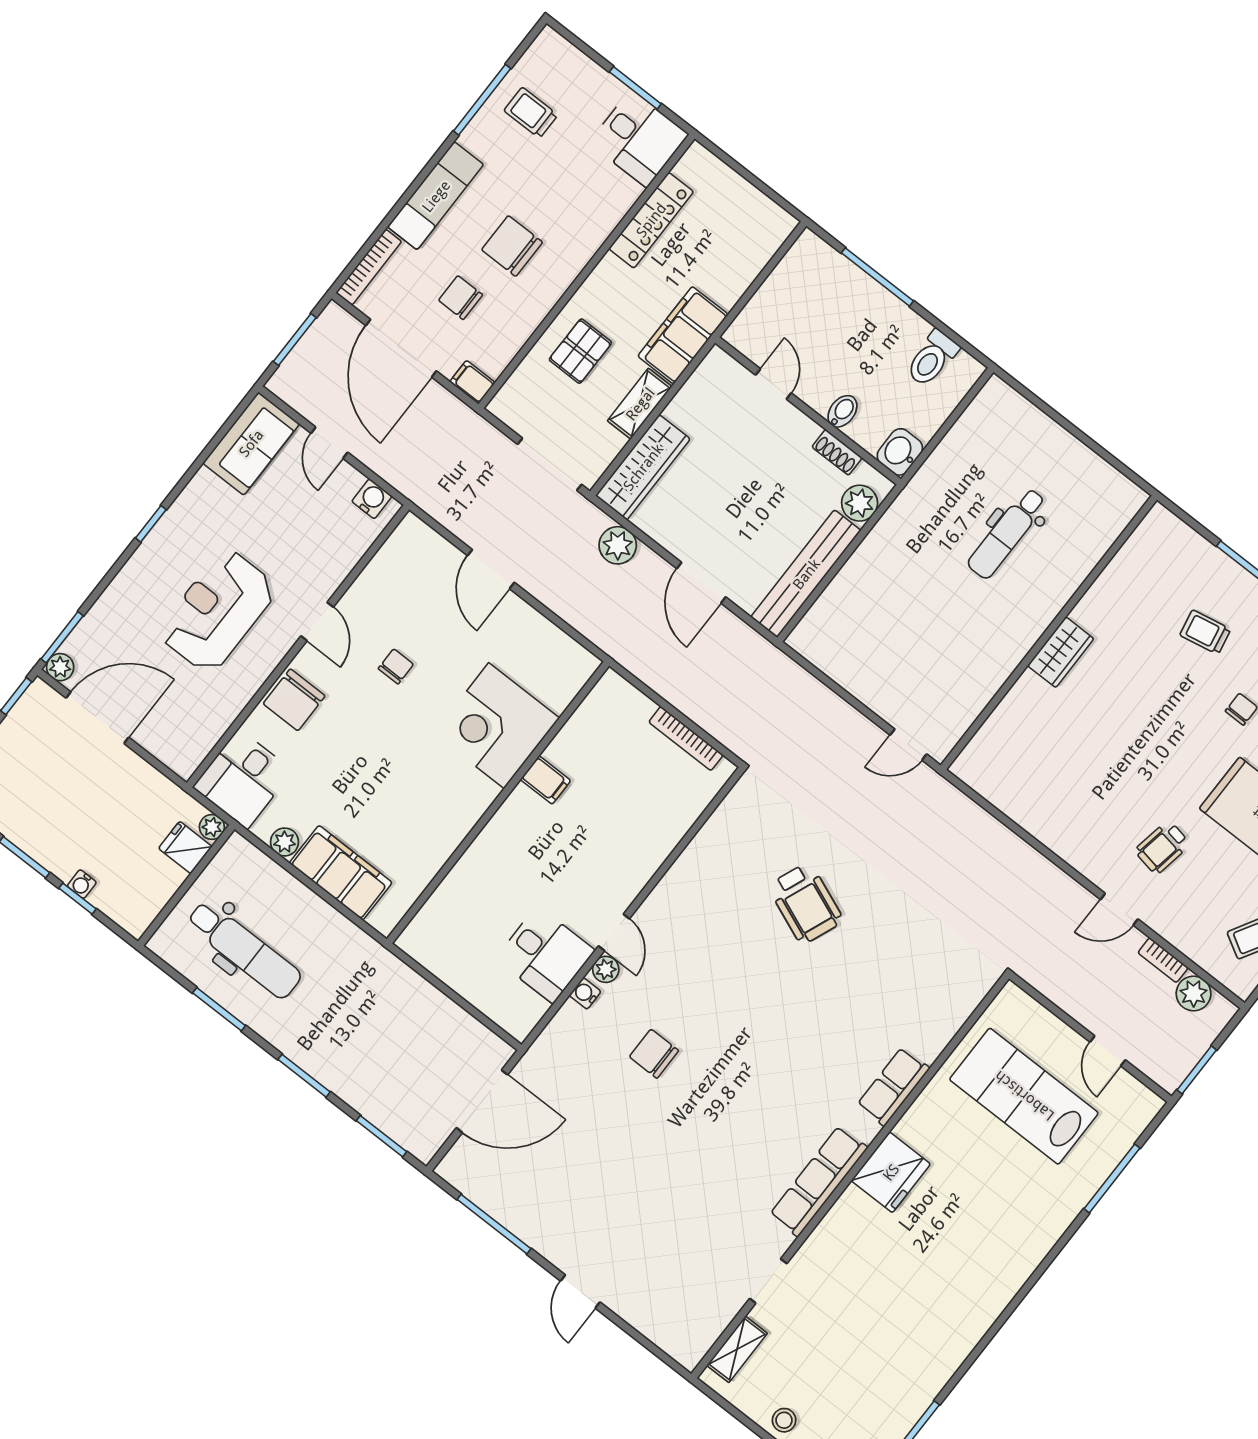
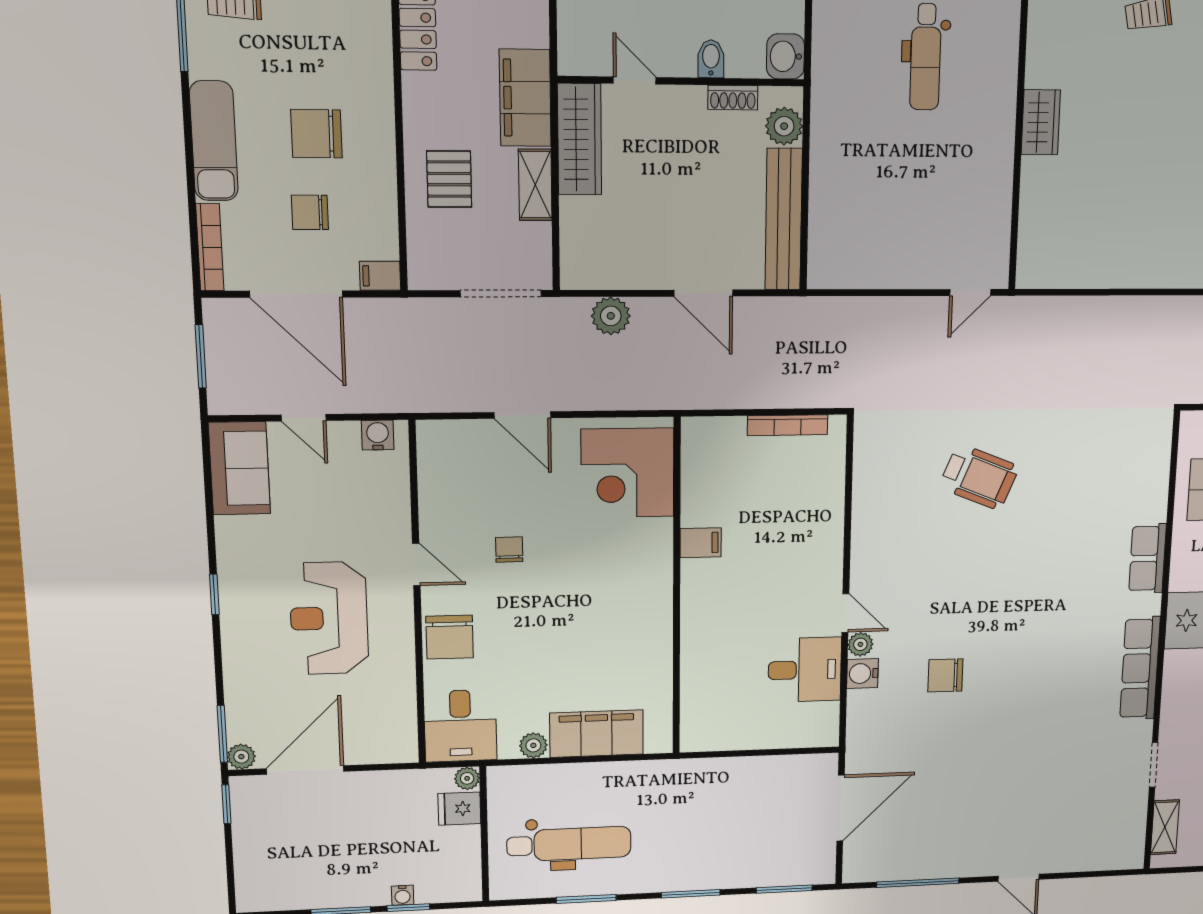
wardrobe: (643, 467) -> (580, 139), moved
corner desk: (496, 726) -> (628, 473), moved
water cooler: (585, 993) -> (862, 673), width x1.38, depth x1.38

